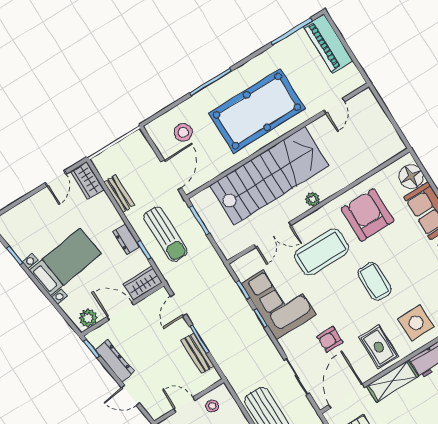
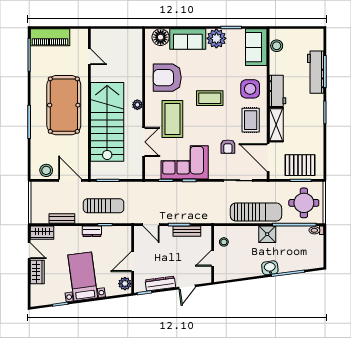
stool: (183, 132) -> (46, 170), moved
wardrobe: (143, 283) -> (37, 272), moved, turned 180
rug: (379, 347) -> (251, 120), turned 90

